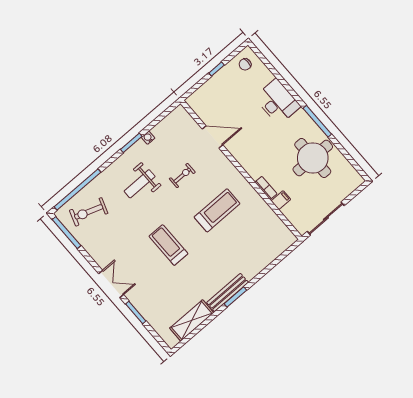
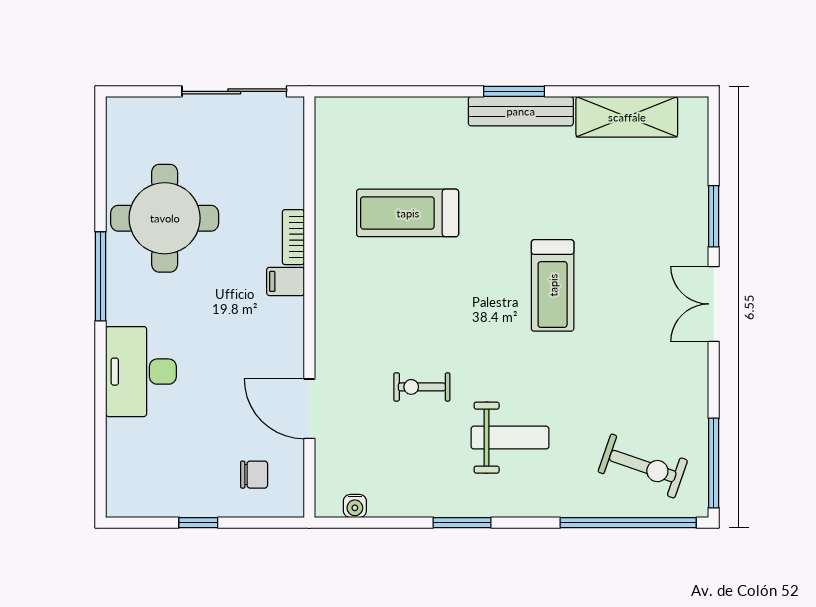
chair: (245, 64) -> (254, 475), moved
water cooler: (148, 138) -> (355, 506), moved
filing cabinet: (281, 200) -> (285, 281), moved
treadmill: (217, 210) -> (408, 213), moved

